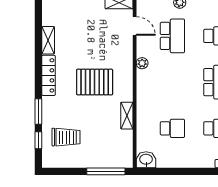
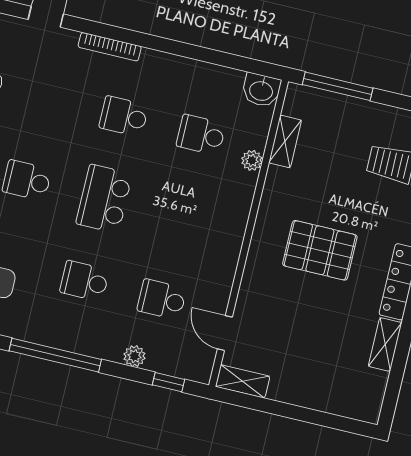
school desk: (172, 36) -> (162, 299), width x0.54
plant: (142, 63) -> (252, 160), moved
shelving: (127, 116) -> (285, 141), moved

